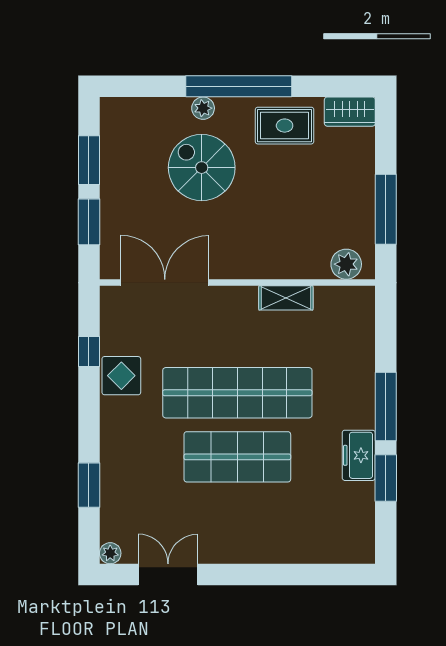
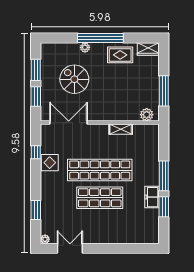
spiral stairs: (202, 168) -> (74, 79), moved

